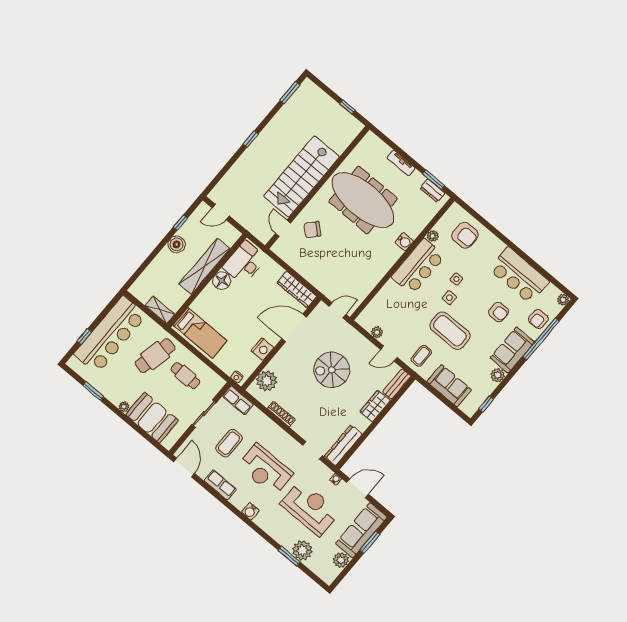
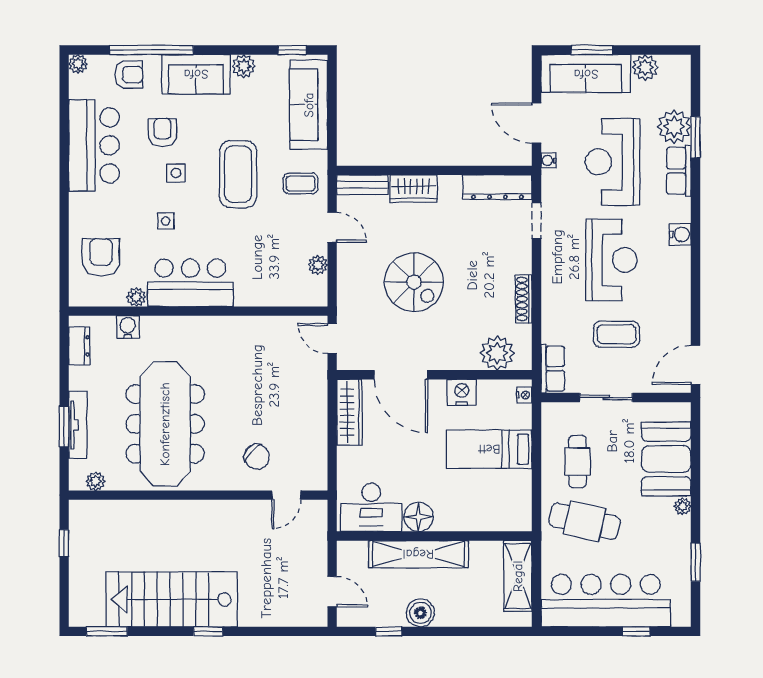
plant: (364, 146) -> (95, 481), added
tv unit: (401, 163) -> (78, 425), width x1.41
stairs: (302, 176) -> (172, 599), moved, turned 180
window: (433, 180) -> (64, 427), moved
water cooler: (404, 242) -> (128, 327), moved
side table: (449, 298) -> (176, 173), moved
shelving: (160, 310) -> (518, 576), width x1.50, depth x1.33
bed: (200, 333) -> (489, 449), moved, turned -90
sofa: (449, 386) -> (309, 105), width x1.36
row of seats: (220, 485) -> (679, 171), moved

